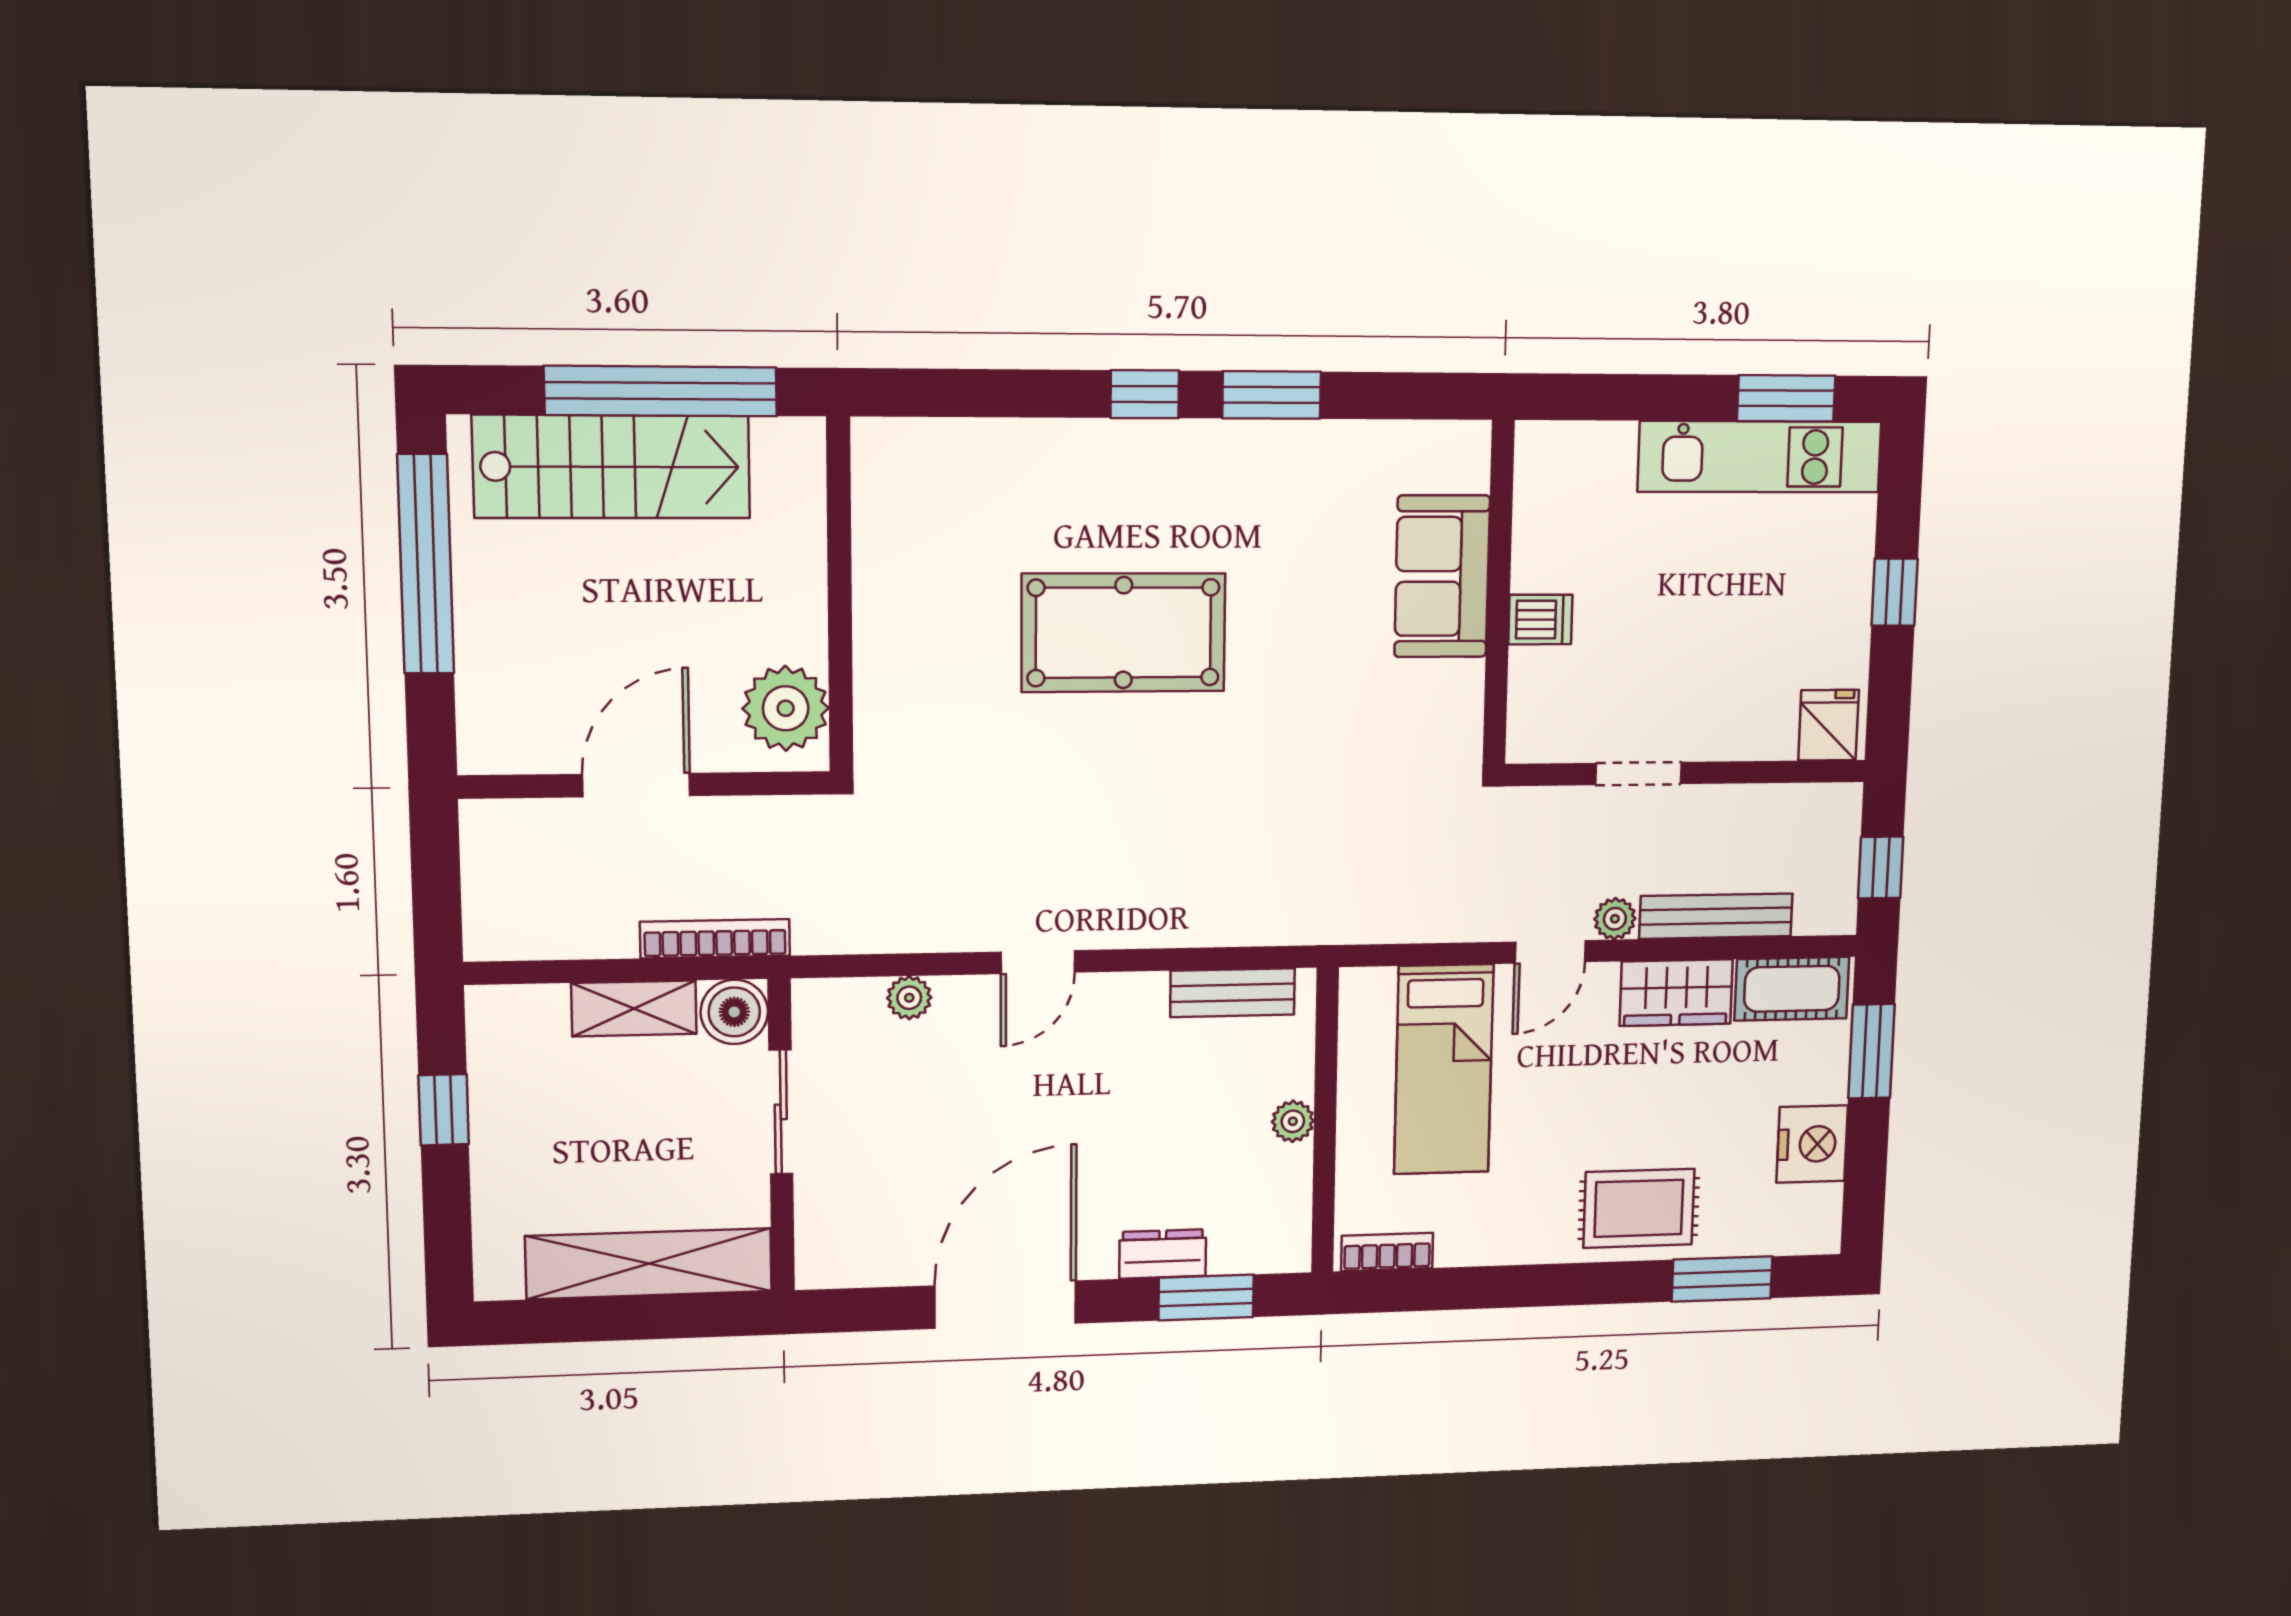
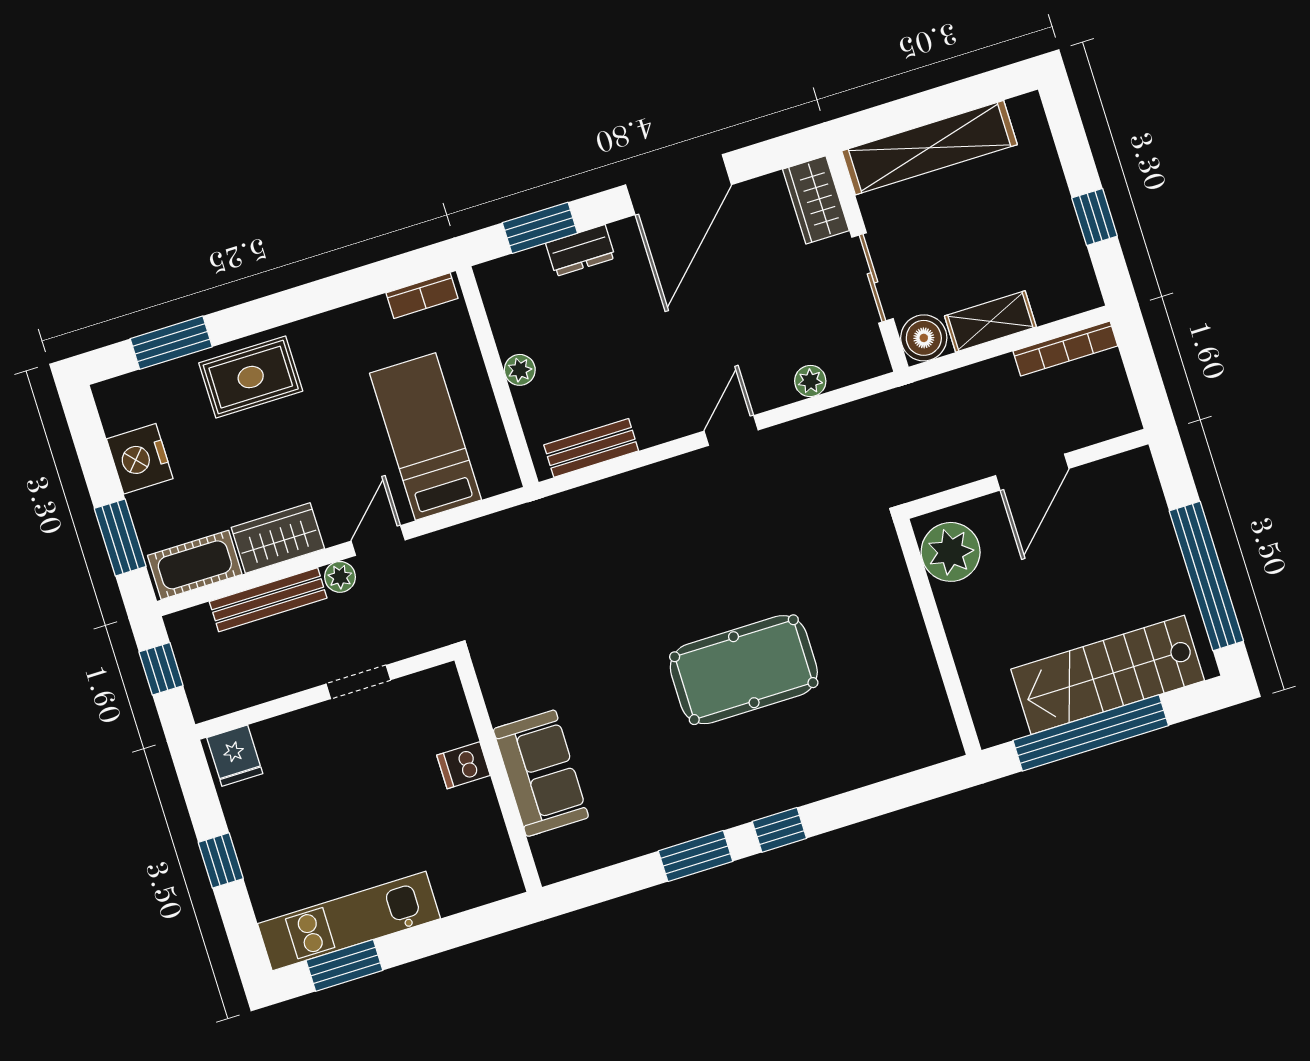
bookcase: (715, 939) -> (1065, 349), moved
wardrobe: (827, 1236) -> (816, 200), added

